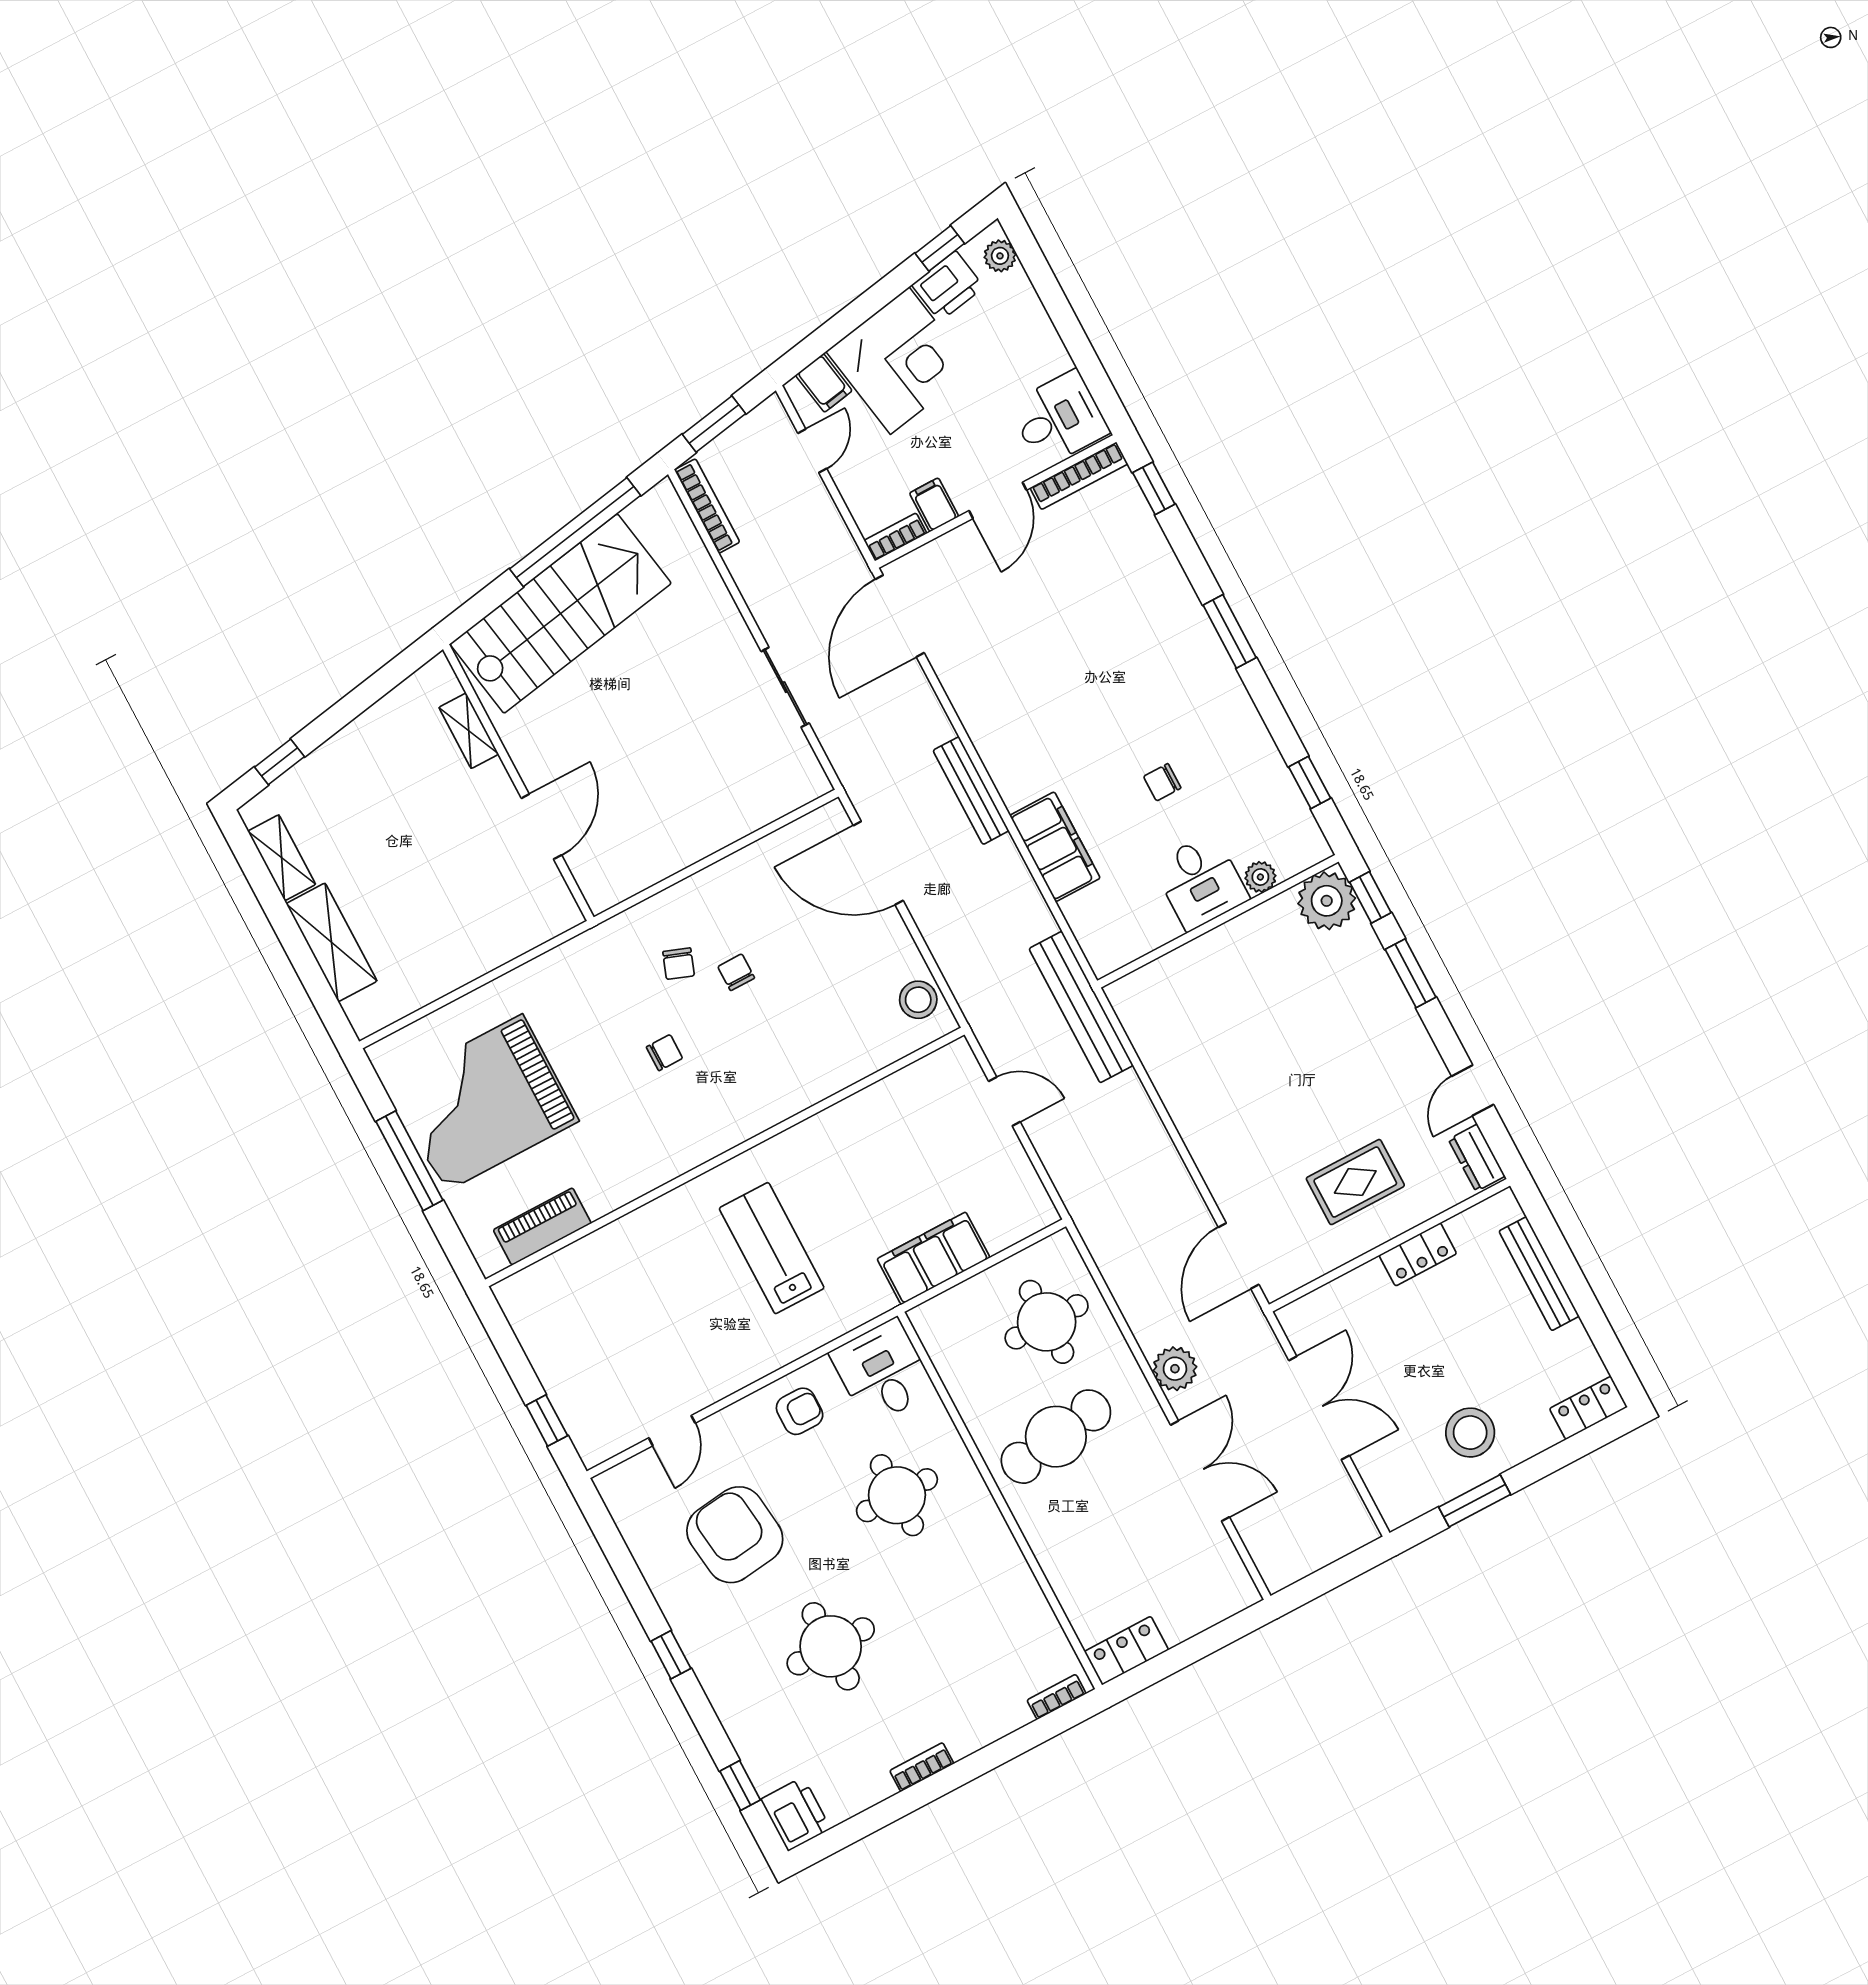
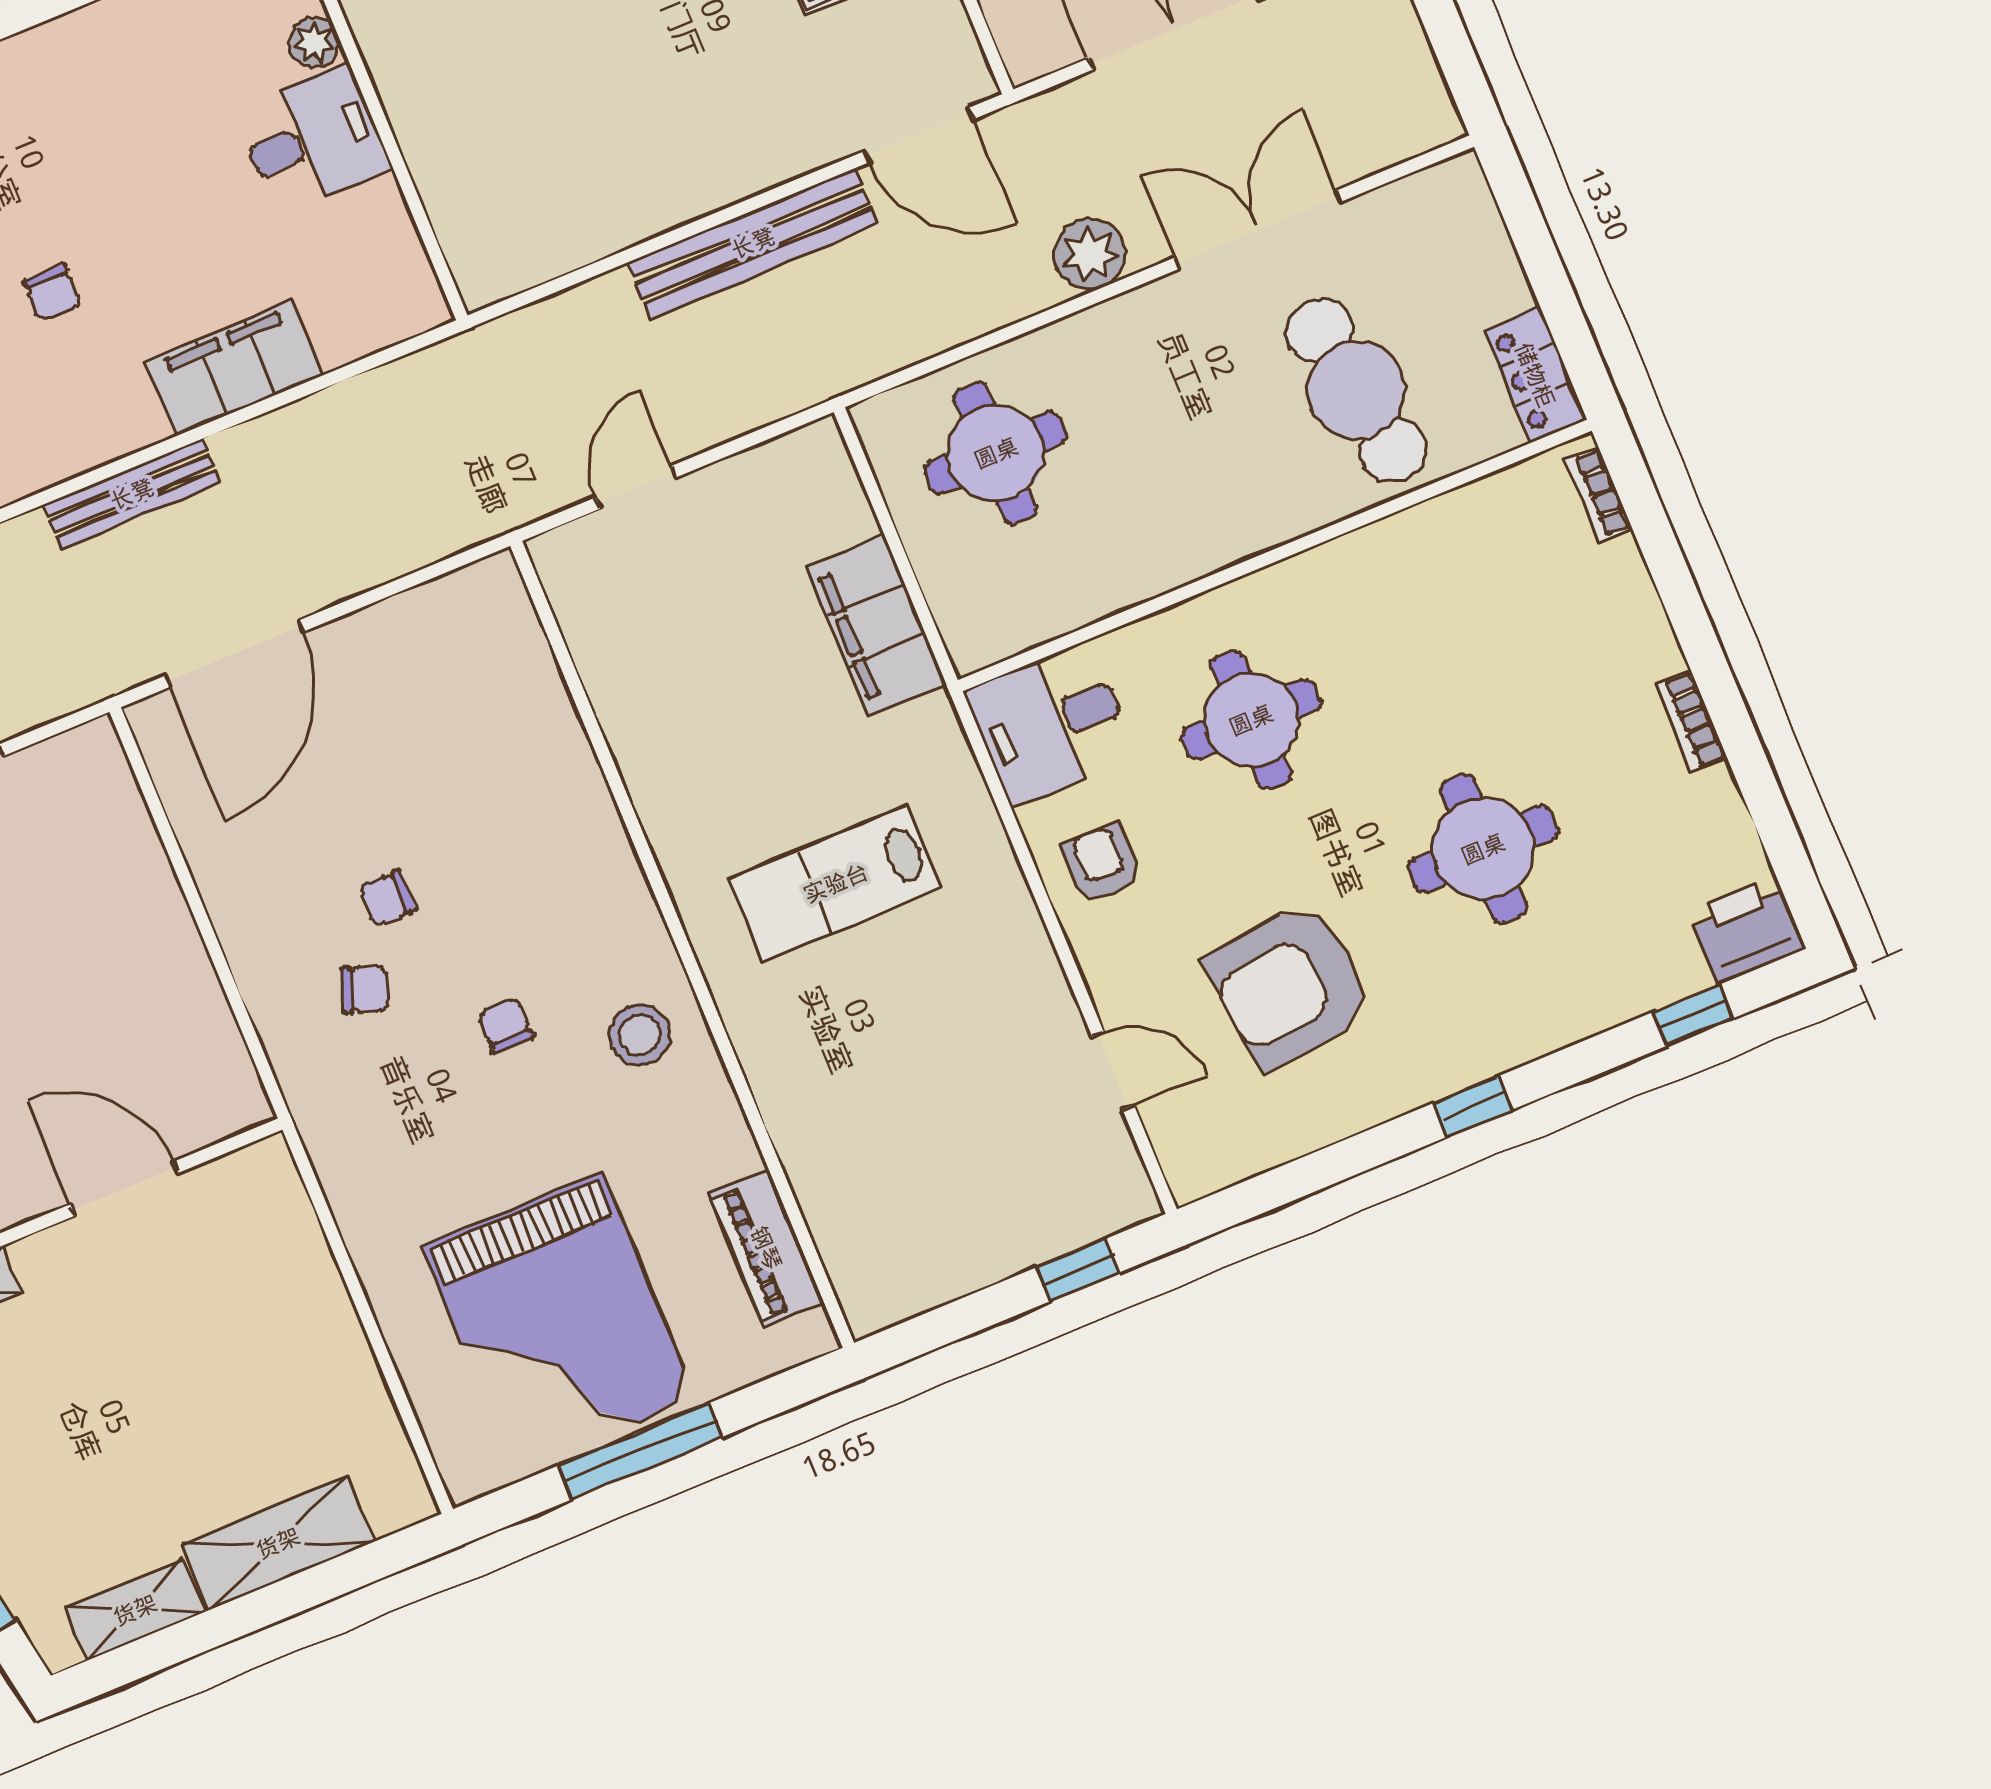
chair: (1162, 782) -> (52, 293), moved
stool: (918, 1000) -> (640, 1035), moved
bench: (1081, 1007) -> (753, 243), moved
cafe table: (1056, 1437) -> (1356, 390), moved

